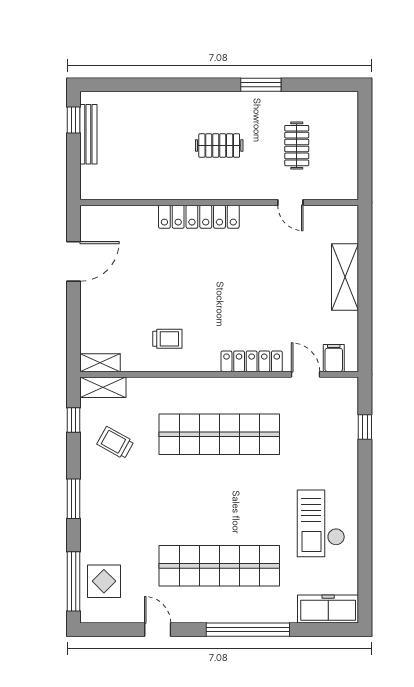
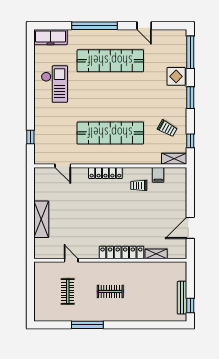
window: (261, 85) -> (87, 325), width x1.44
filing cabinet: (334, 358) -> (158, 175), moved
locker: (252, 361) -> (105, 173), moved
shelving: (100, 363) -> (156, 254), moved
display table: (104, 581) -> (176, 76), moved

